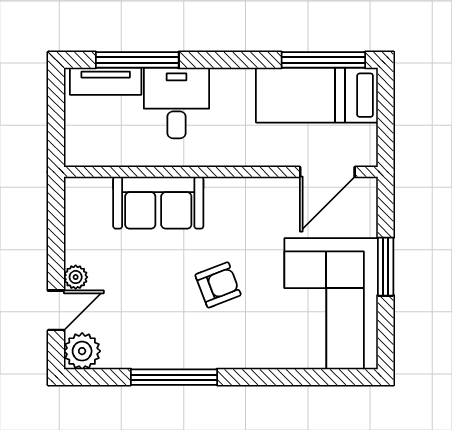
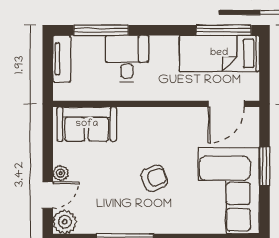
tv unit: (106, 81) -> (62, 59), moved, turned -90
sofa: (158, 203) -> (87, 124), moved

